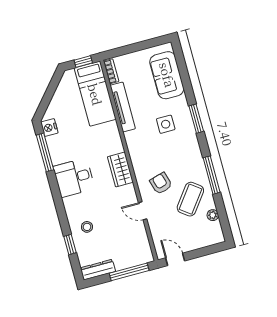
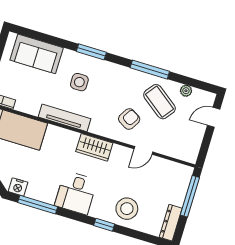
tv unit: (123, 107) -> (65, 118), moved
armchair: (161, 183) -> (129, 119), turned 137
stool: (87, 227) -> (127, 209), width x1.89, depth x1.89
window: (70, 244) -> (104, 225), moved
door: (175, 259) -> (214, 117), moved

